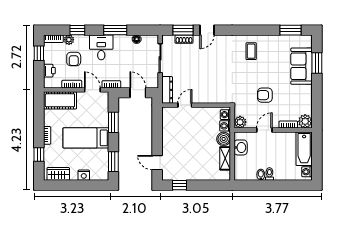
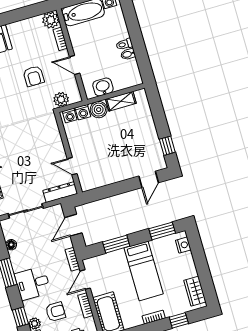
plant: (240, 122) -> (61, 99), moved
nightstand: (84, 175) -> (183, 245), moved

